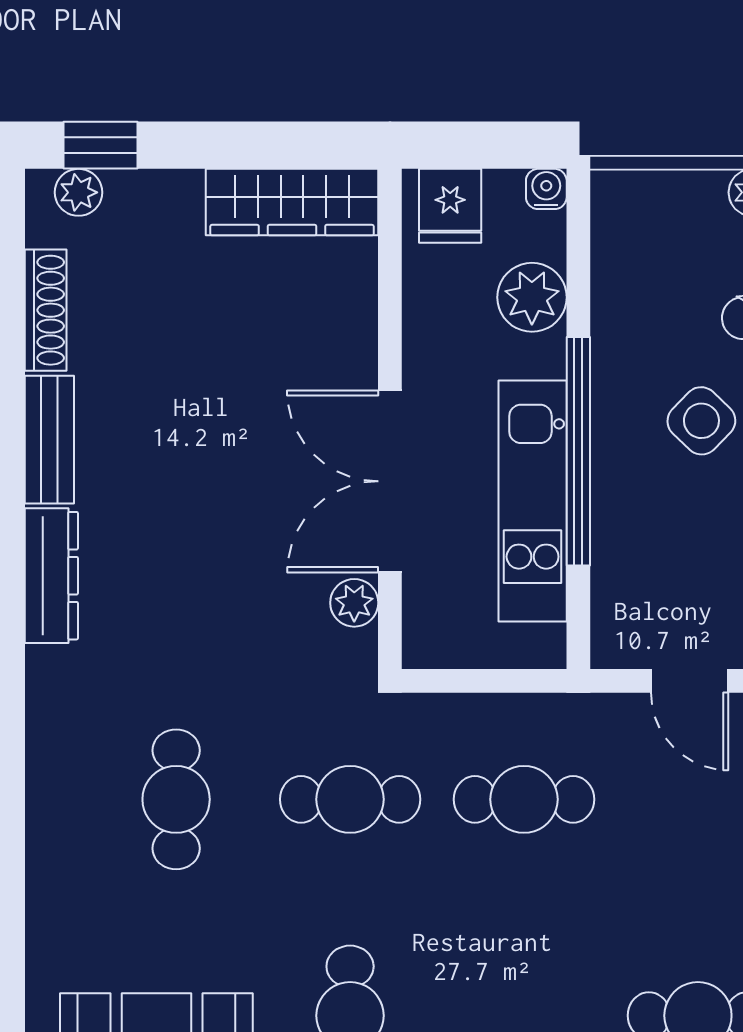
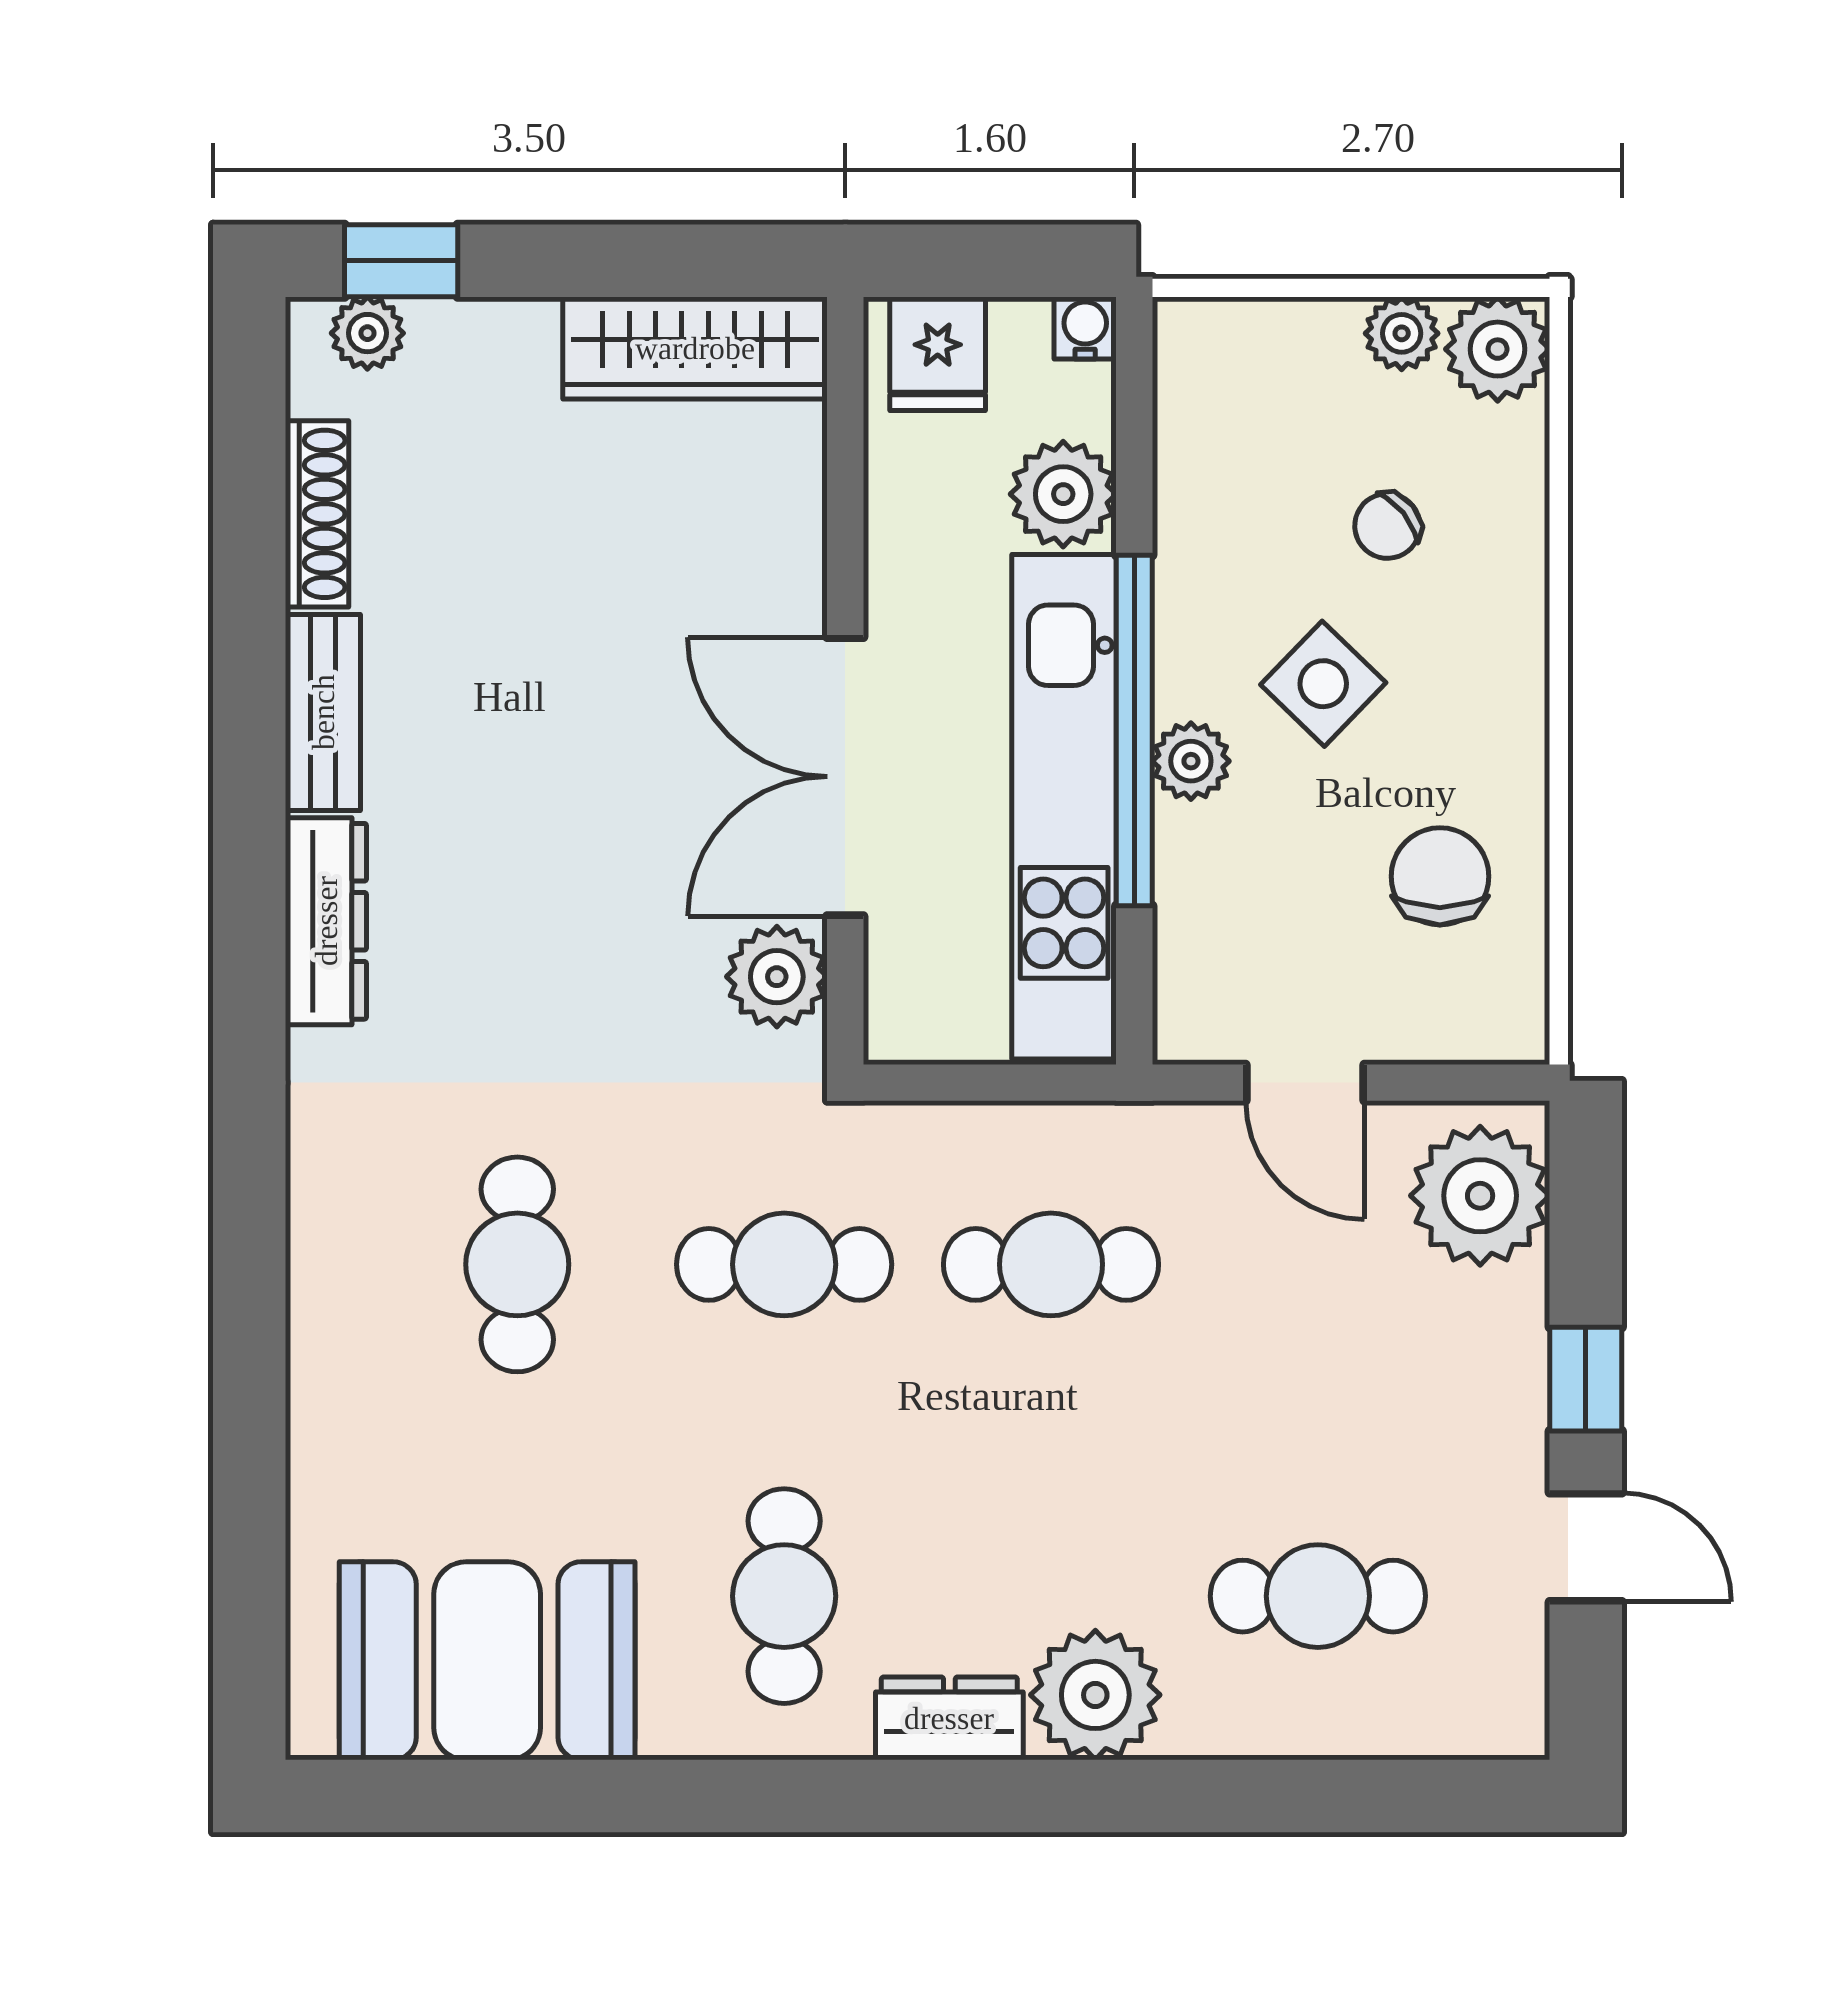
plant: (615, 471) -> (1191, 761), added
kitchen unit: (533, 501) -> (1064, 807), width x1.36
plant: (354, 603) -> (777, 977), width x1.38, depth x1.38

